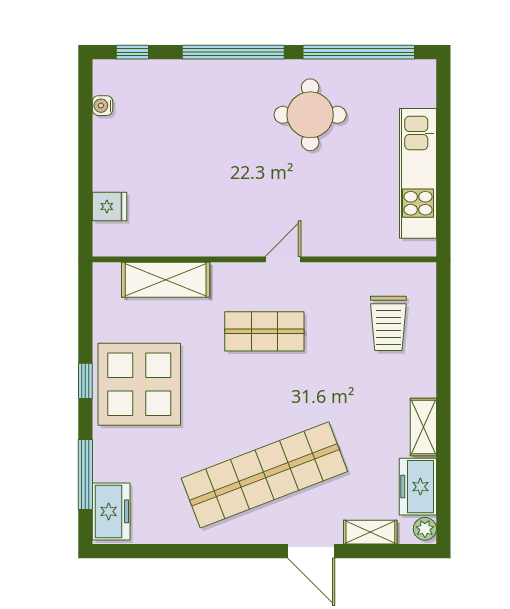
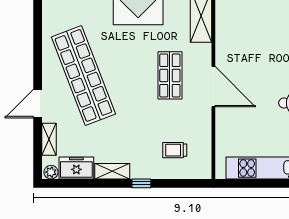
door: (283, 259) -> (213, 87), width x1.88
trolley: (388, 323) -> (175, 150), width x0.73, depth x0.72
window: (443, 379) -> (141, 183), added

